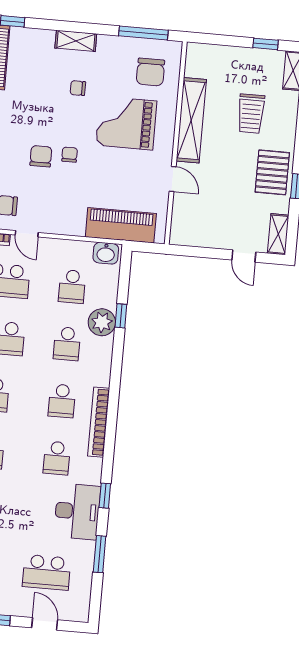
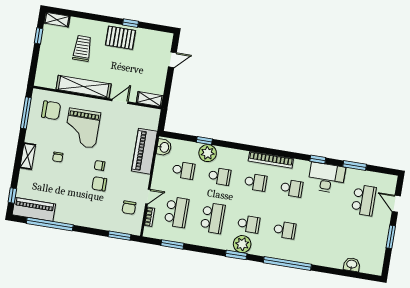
trolley: (251, 114) -> (82, 48), turned -90
piano: (121, 225) -> (144, 151), moved
shelving: (278, 234) -> (150, 99), moved
door: (45, 624) -> (396, 204), hinge flipped

